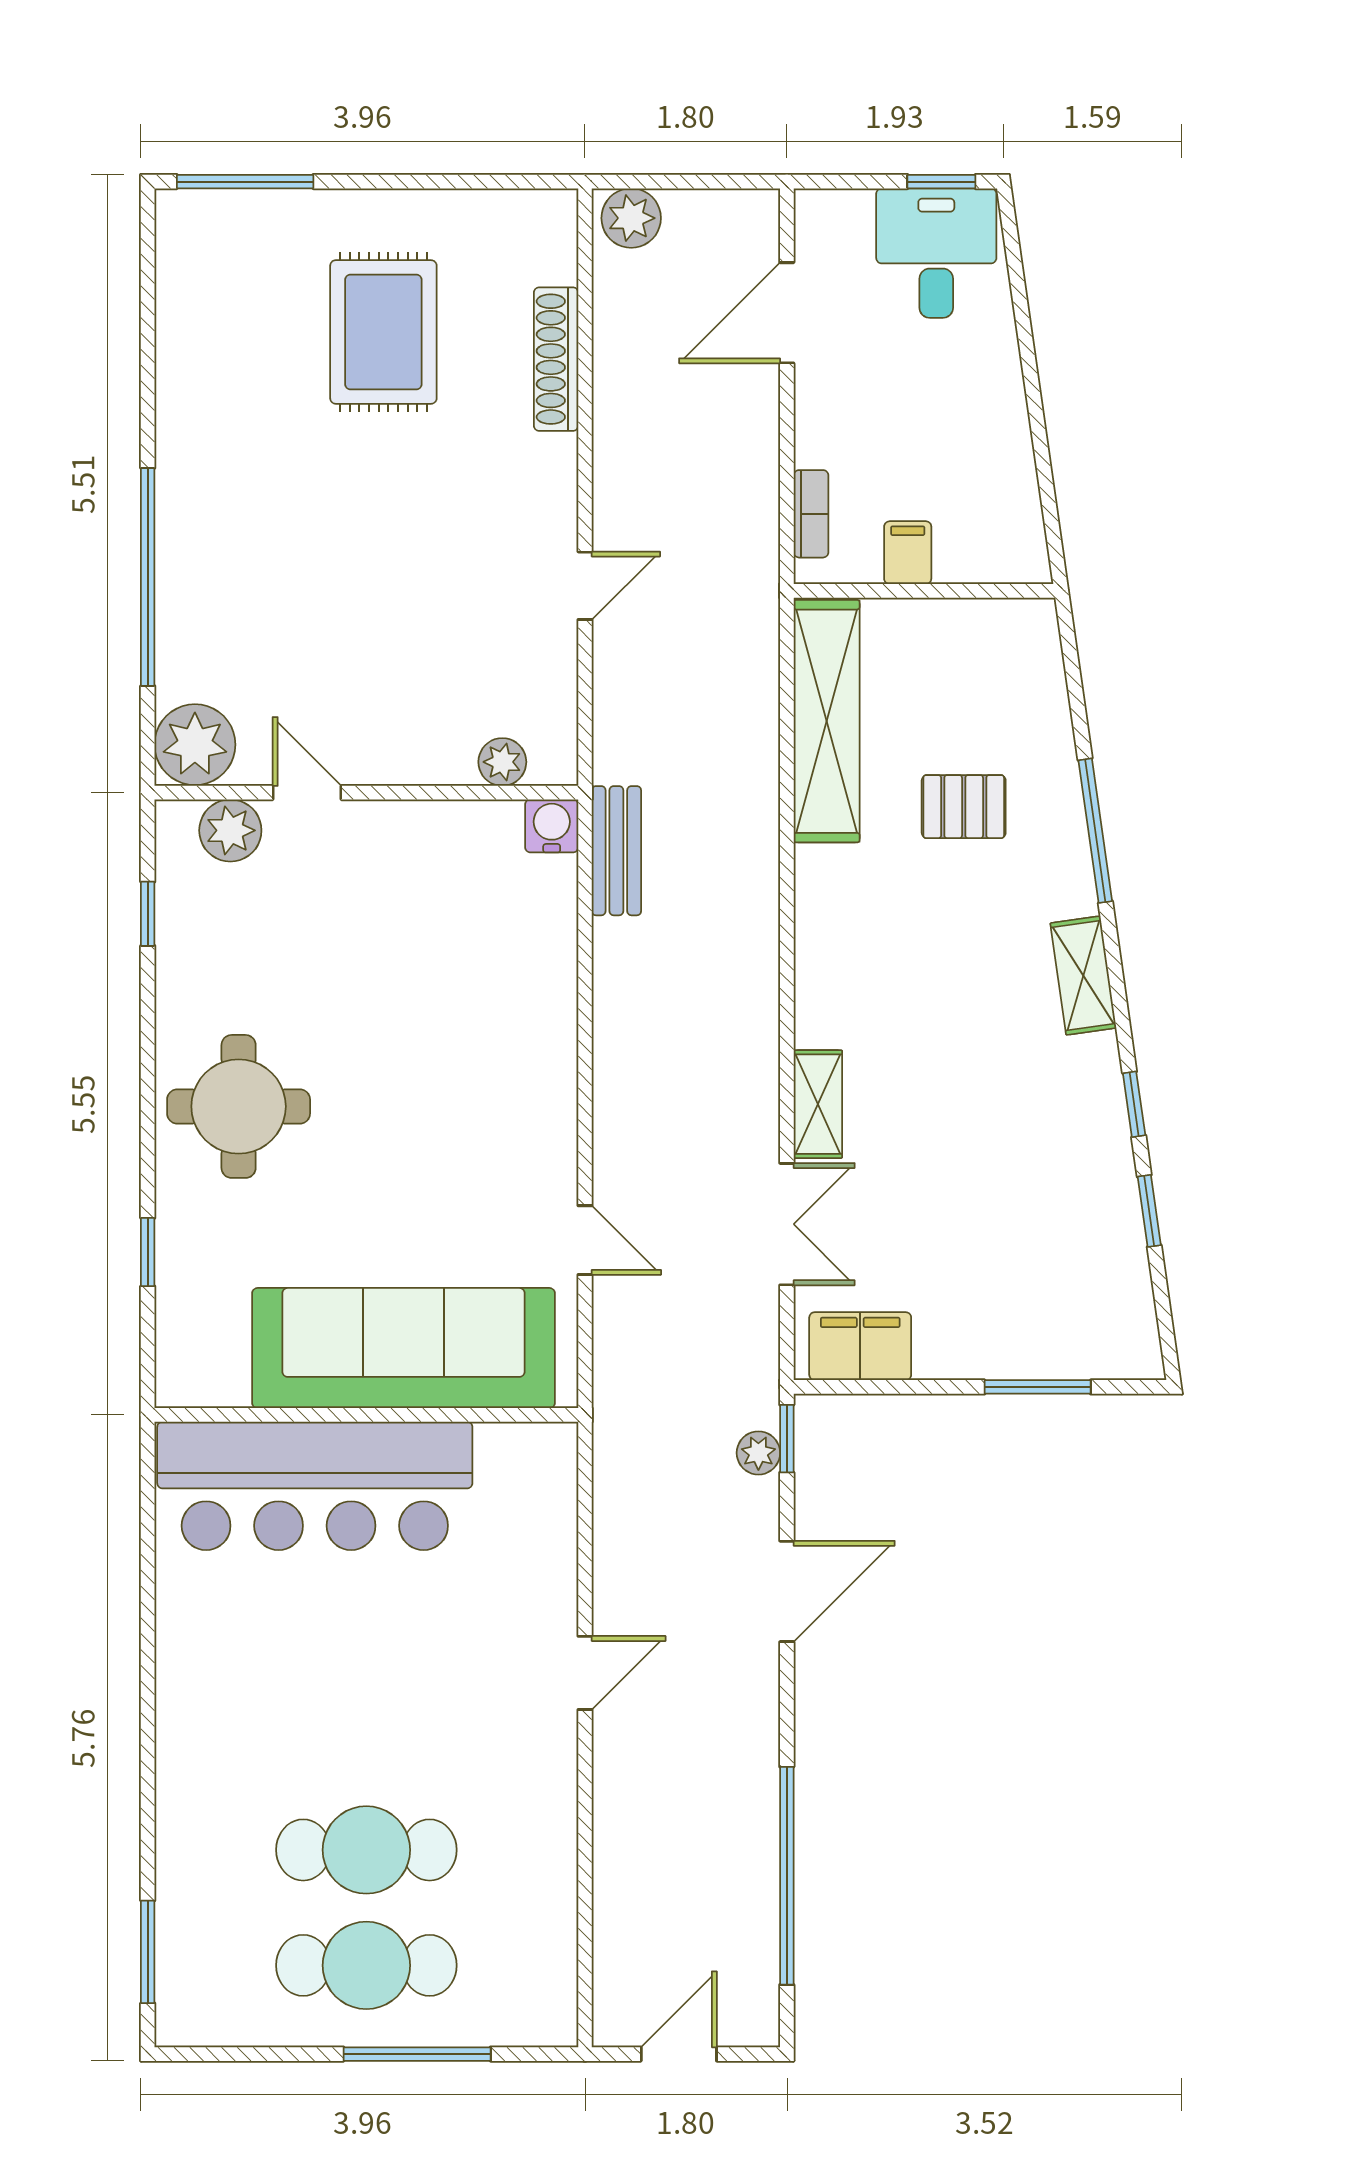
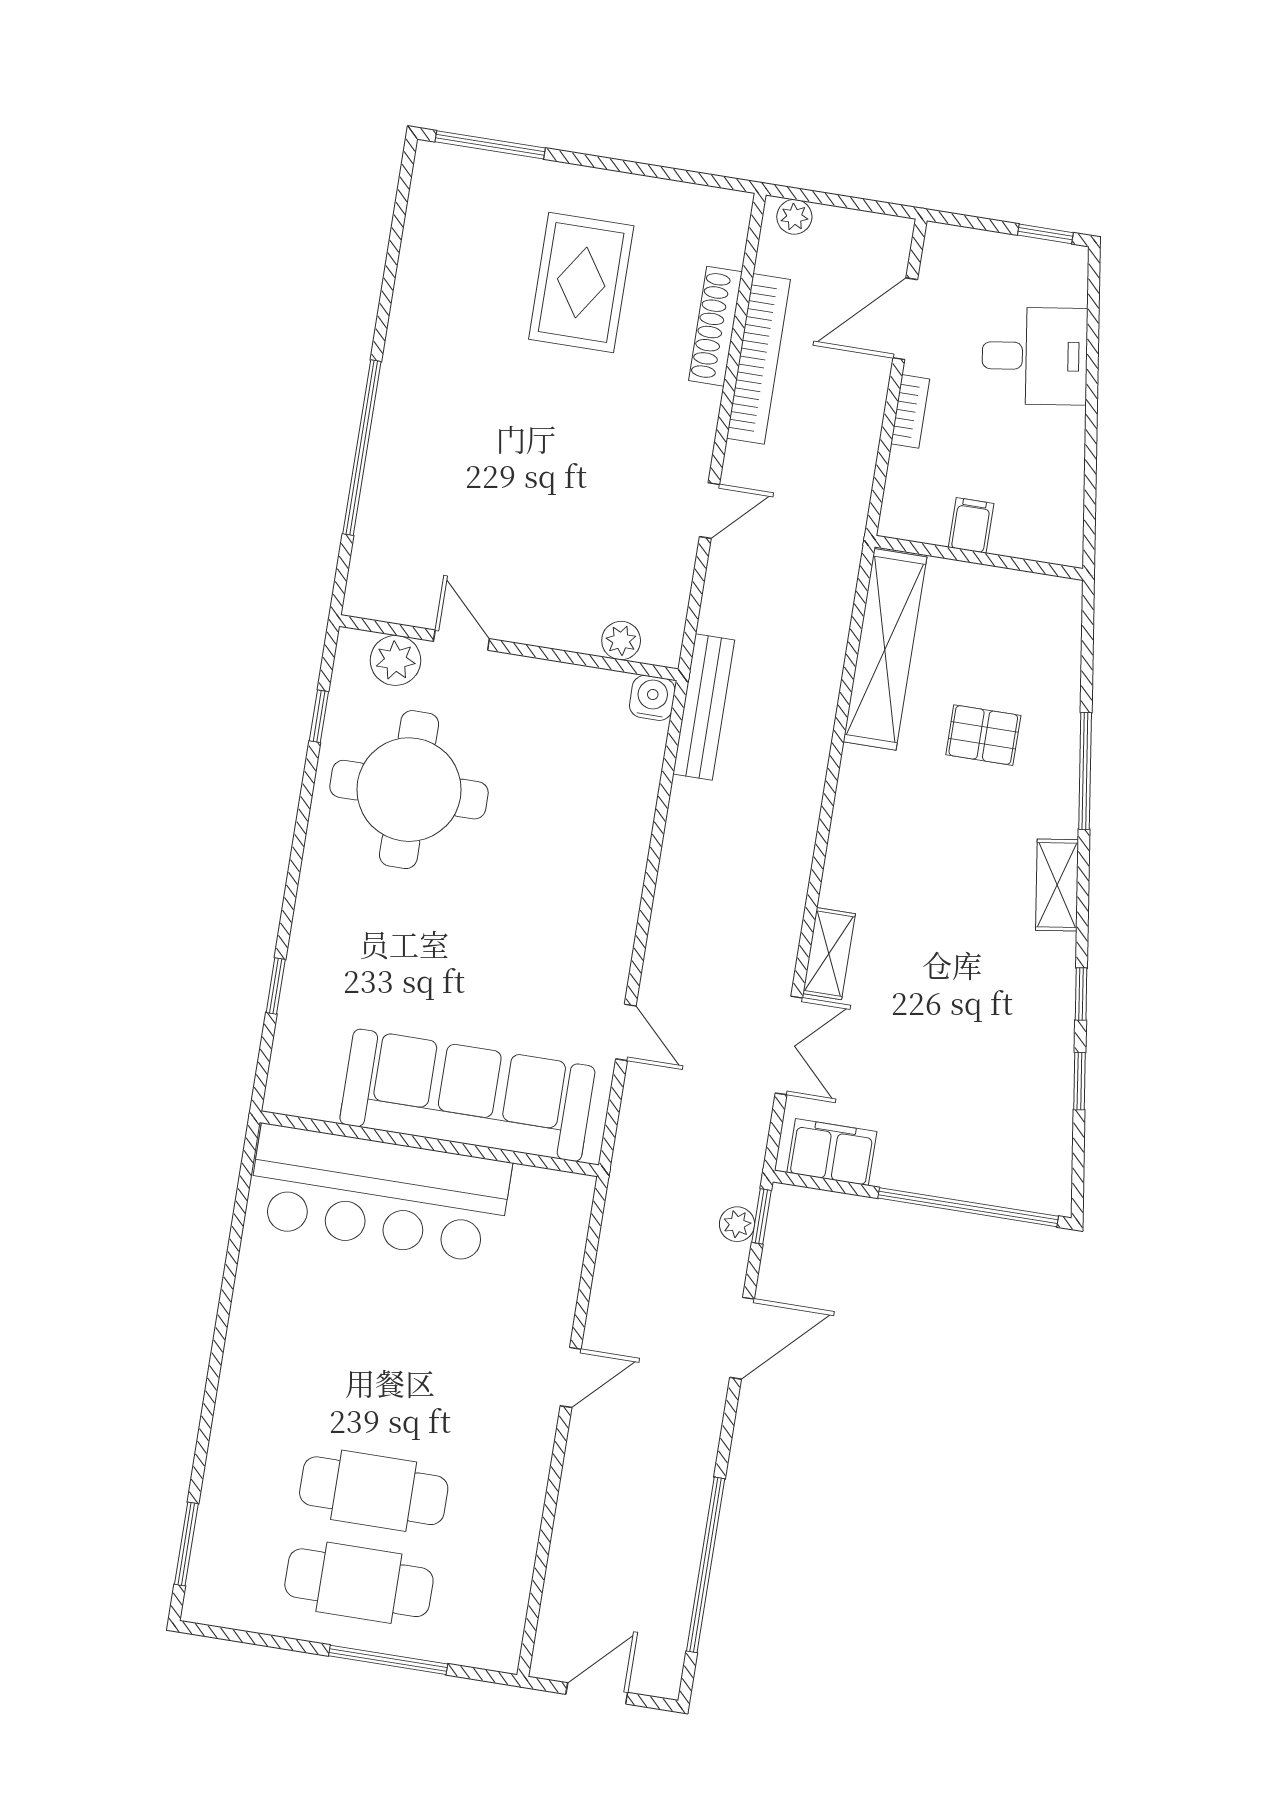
plant: (631, 218) -> (794, 217), width x0.73, depth x0.73
desk: (936, 253) -> (1035, 356), moved, turned 82
bookcase: (615, 391) -> (759, 359), added
bookcase: (811, 514) -> (910, 411), moved
plant: (195, 745) -> (378, 587), removed
bench: (616, 851) -> (704, 707), width x1.36
round table: (239, 1106) -> (409, 790), moved, width x1.36, depth x1.36
window: (1038, 1387) -> (968, 1207), width x2.11

